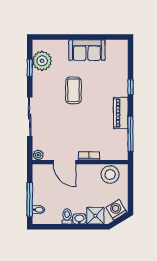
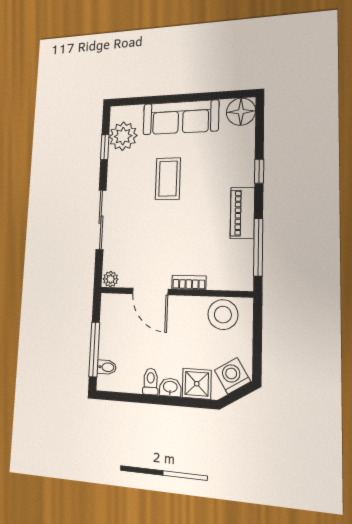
floor lamp: (119, 49) -> (241, 112), added
sofa: (87, 50) -> (181, 117), width x1.36

